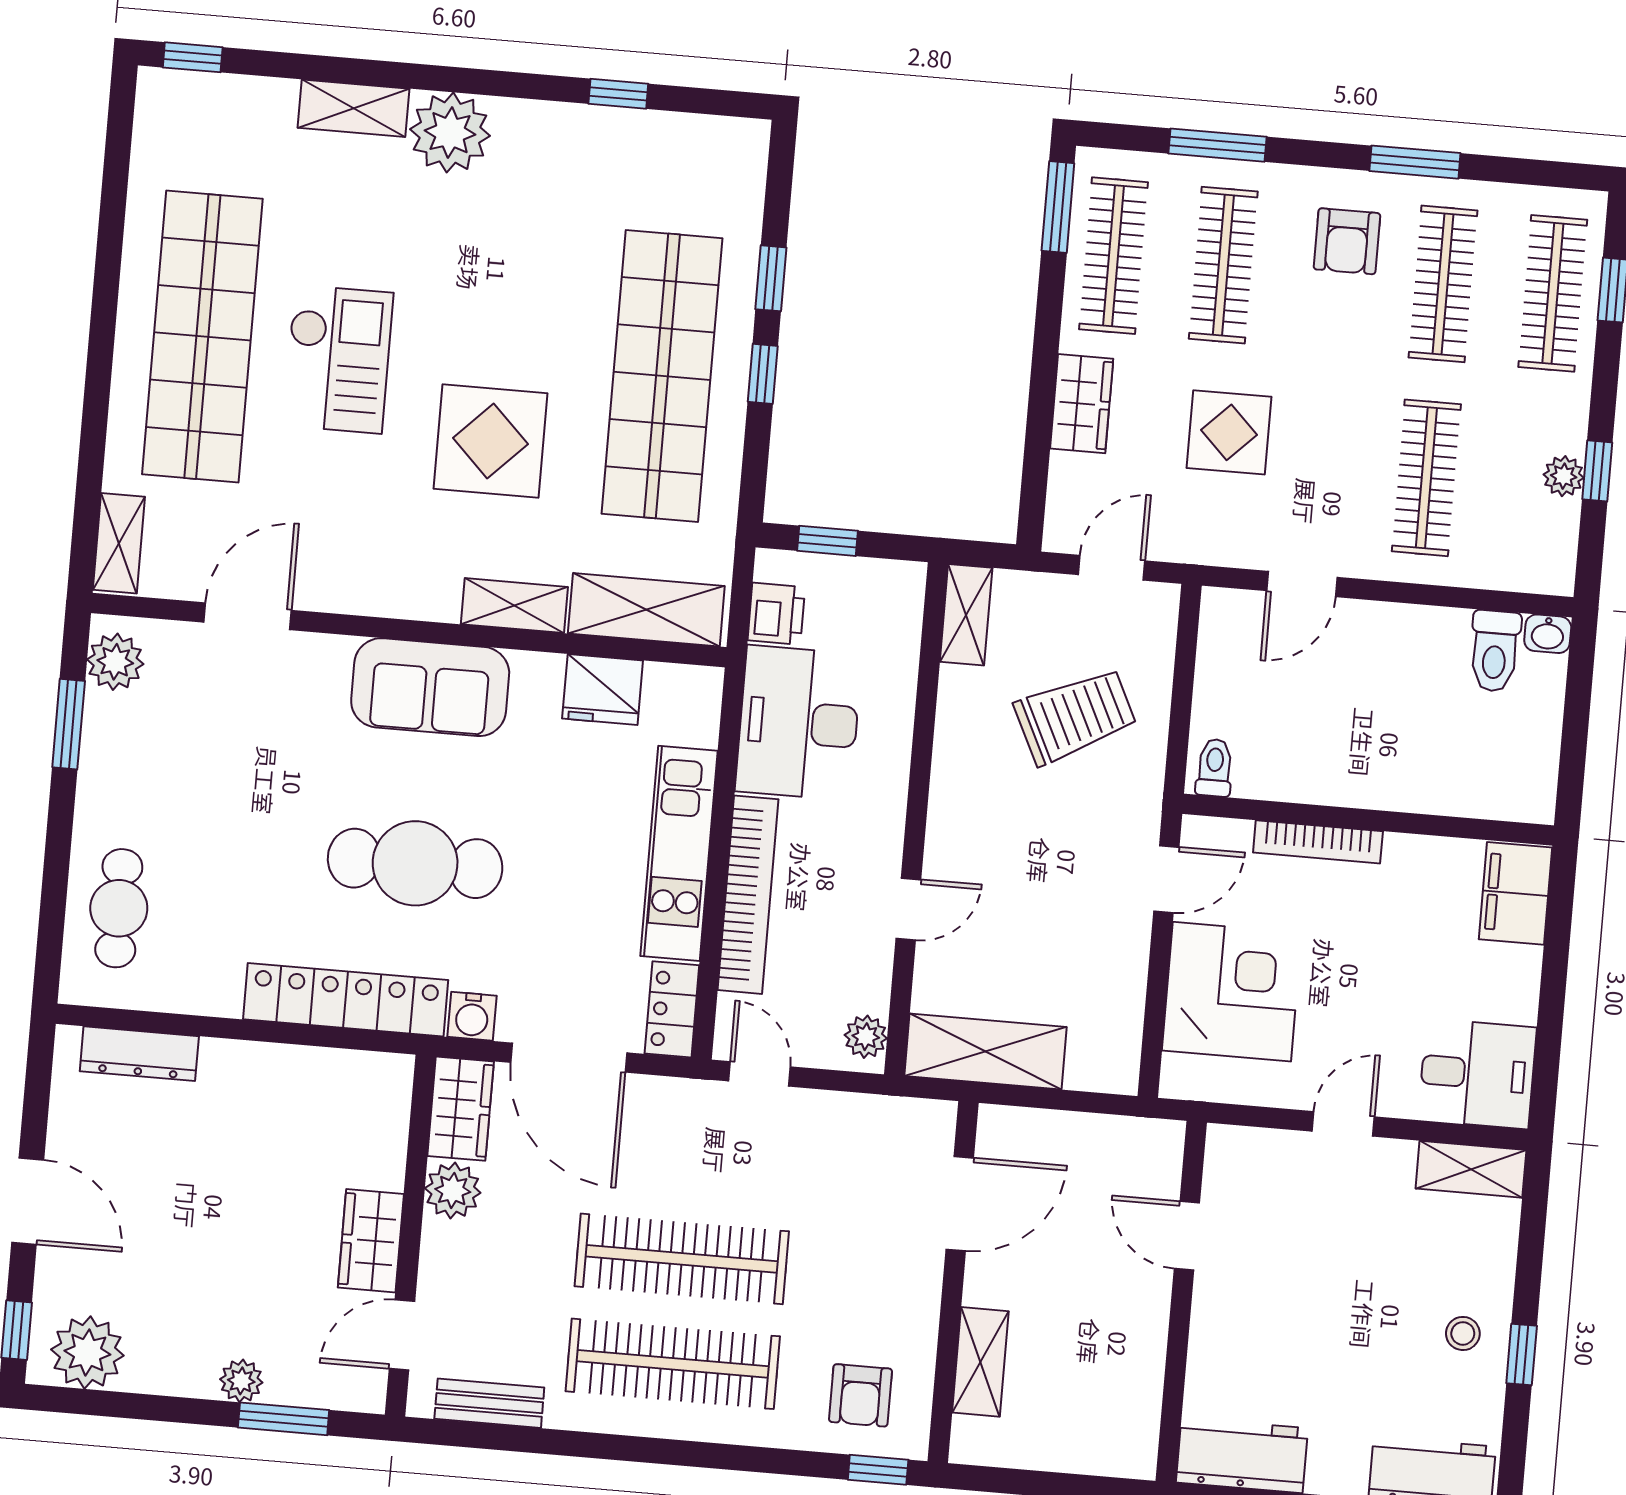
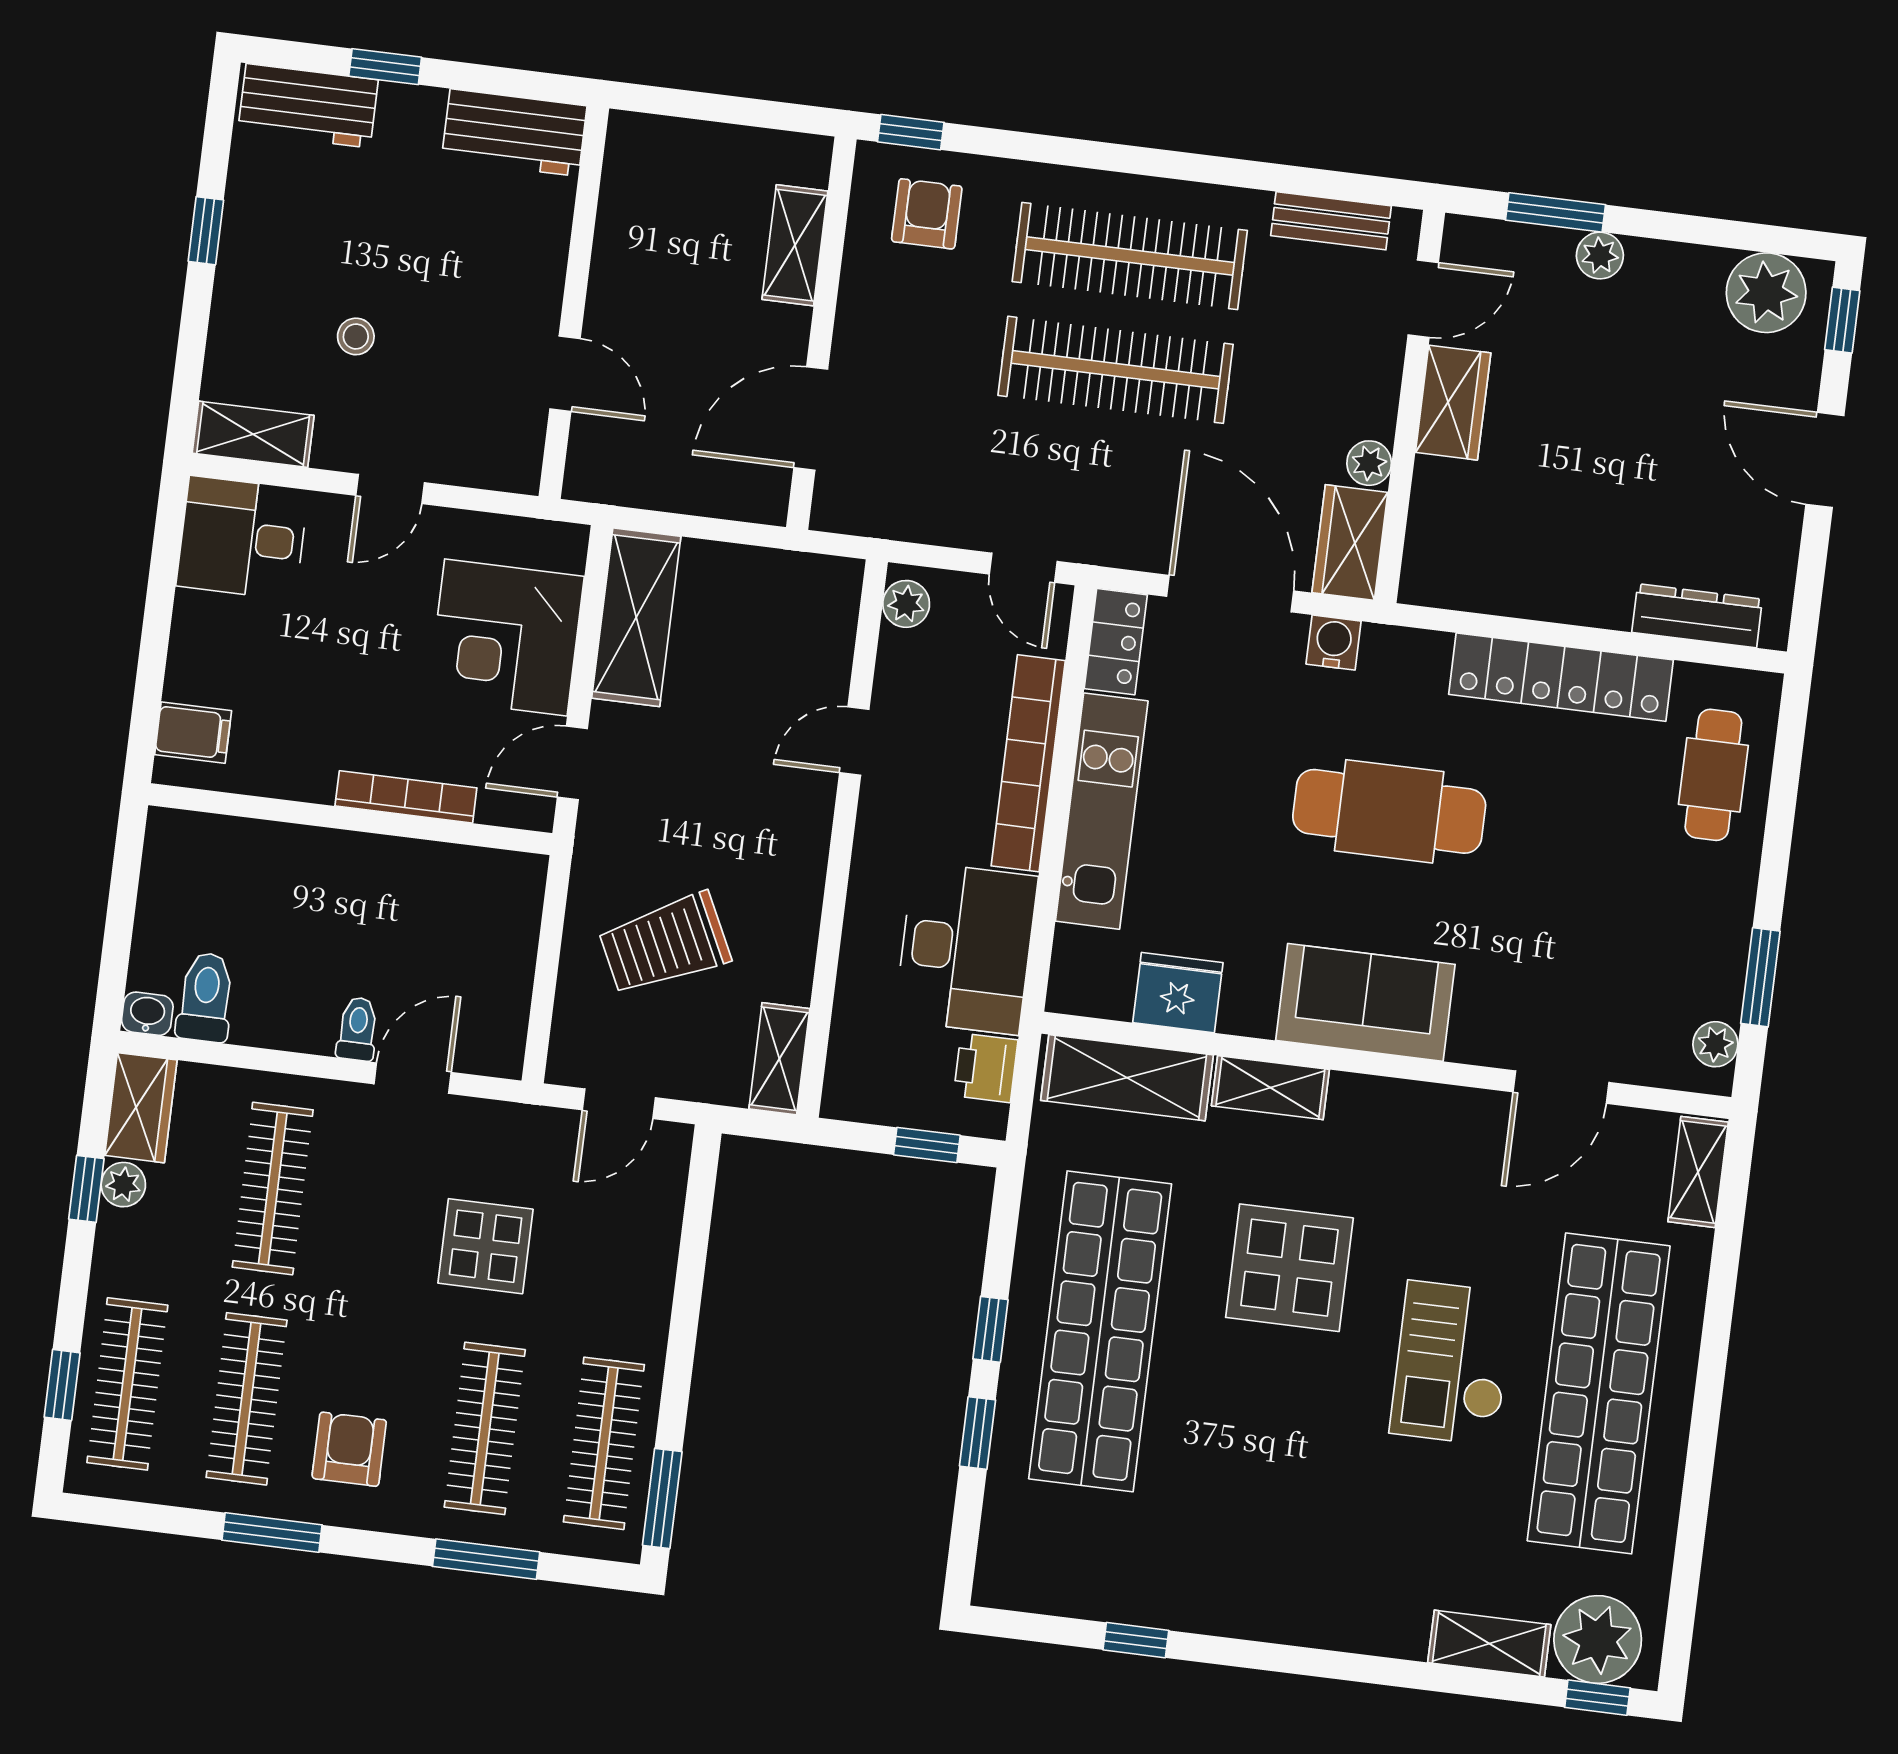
shelving: (353, 108) -> (1489, 1644), moved
plant: (450, 133) -> (1598, 1639), moved
wardrobe: (1082, 404) -> (141, 1108), moved, turned 180
plant: (115, 662) -> (1715, 1044), width x0.73, depth x0.73
toilet: (1214, 768) -> (358, 1029), moved, turned 180
filing cabinet: (1516, 893) -> (193, 733), width x0.50
locker: (346, 1000) -> (1561, 677), moved
shelving: (986, 1051) -> (636, 617), moved, turned 90
plant: (453, 1190) -> (1369, 463), width x0.73, depth x0.73
stool: (1463, 1333) -> (356, 336), moved

